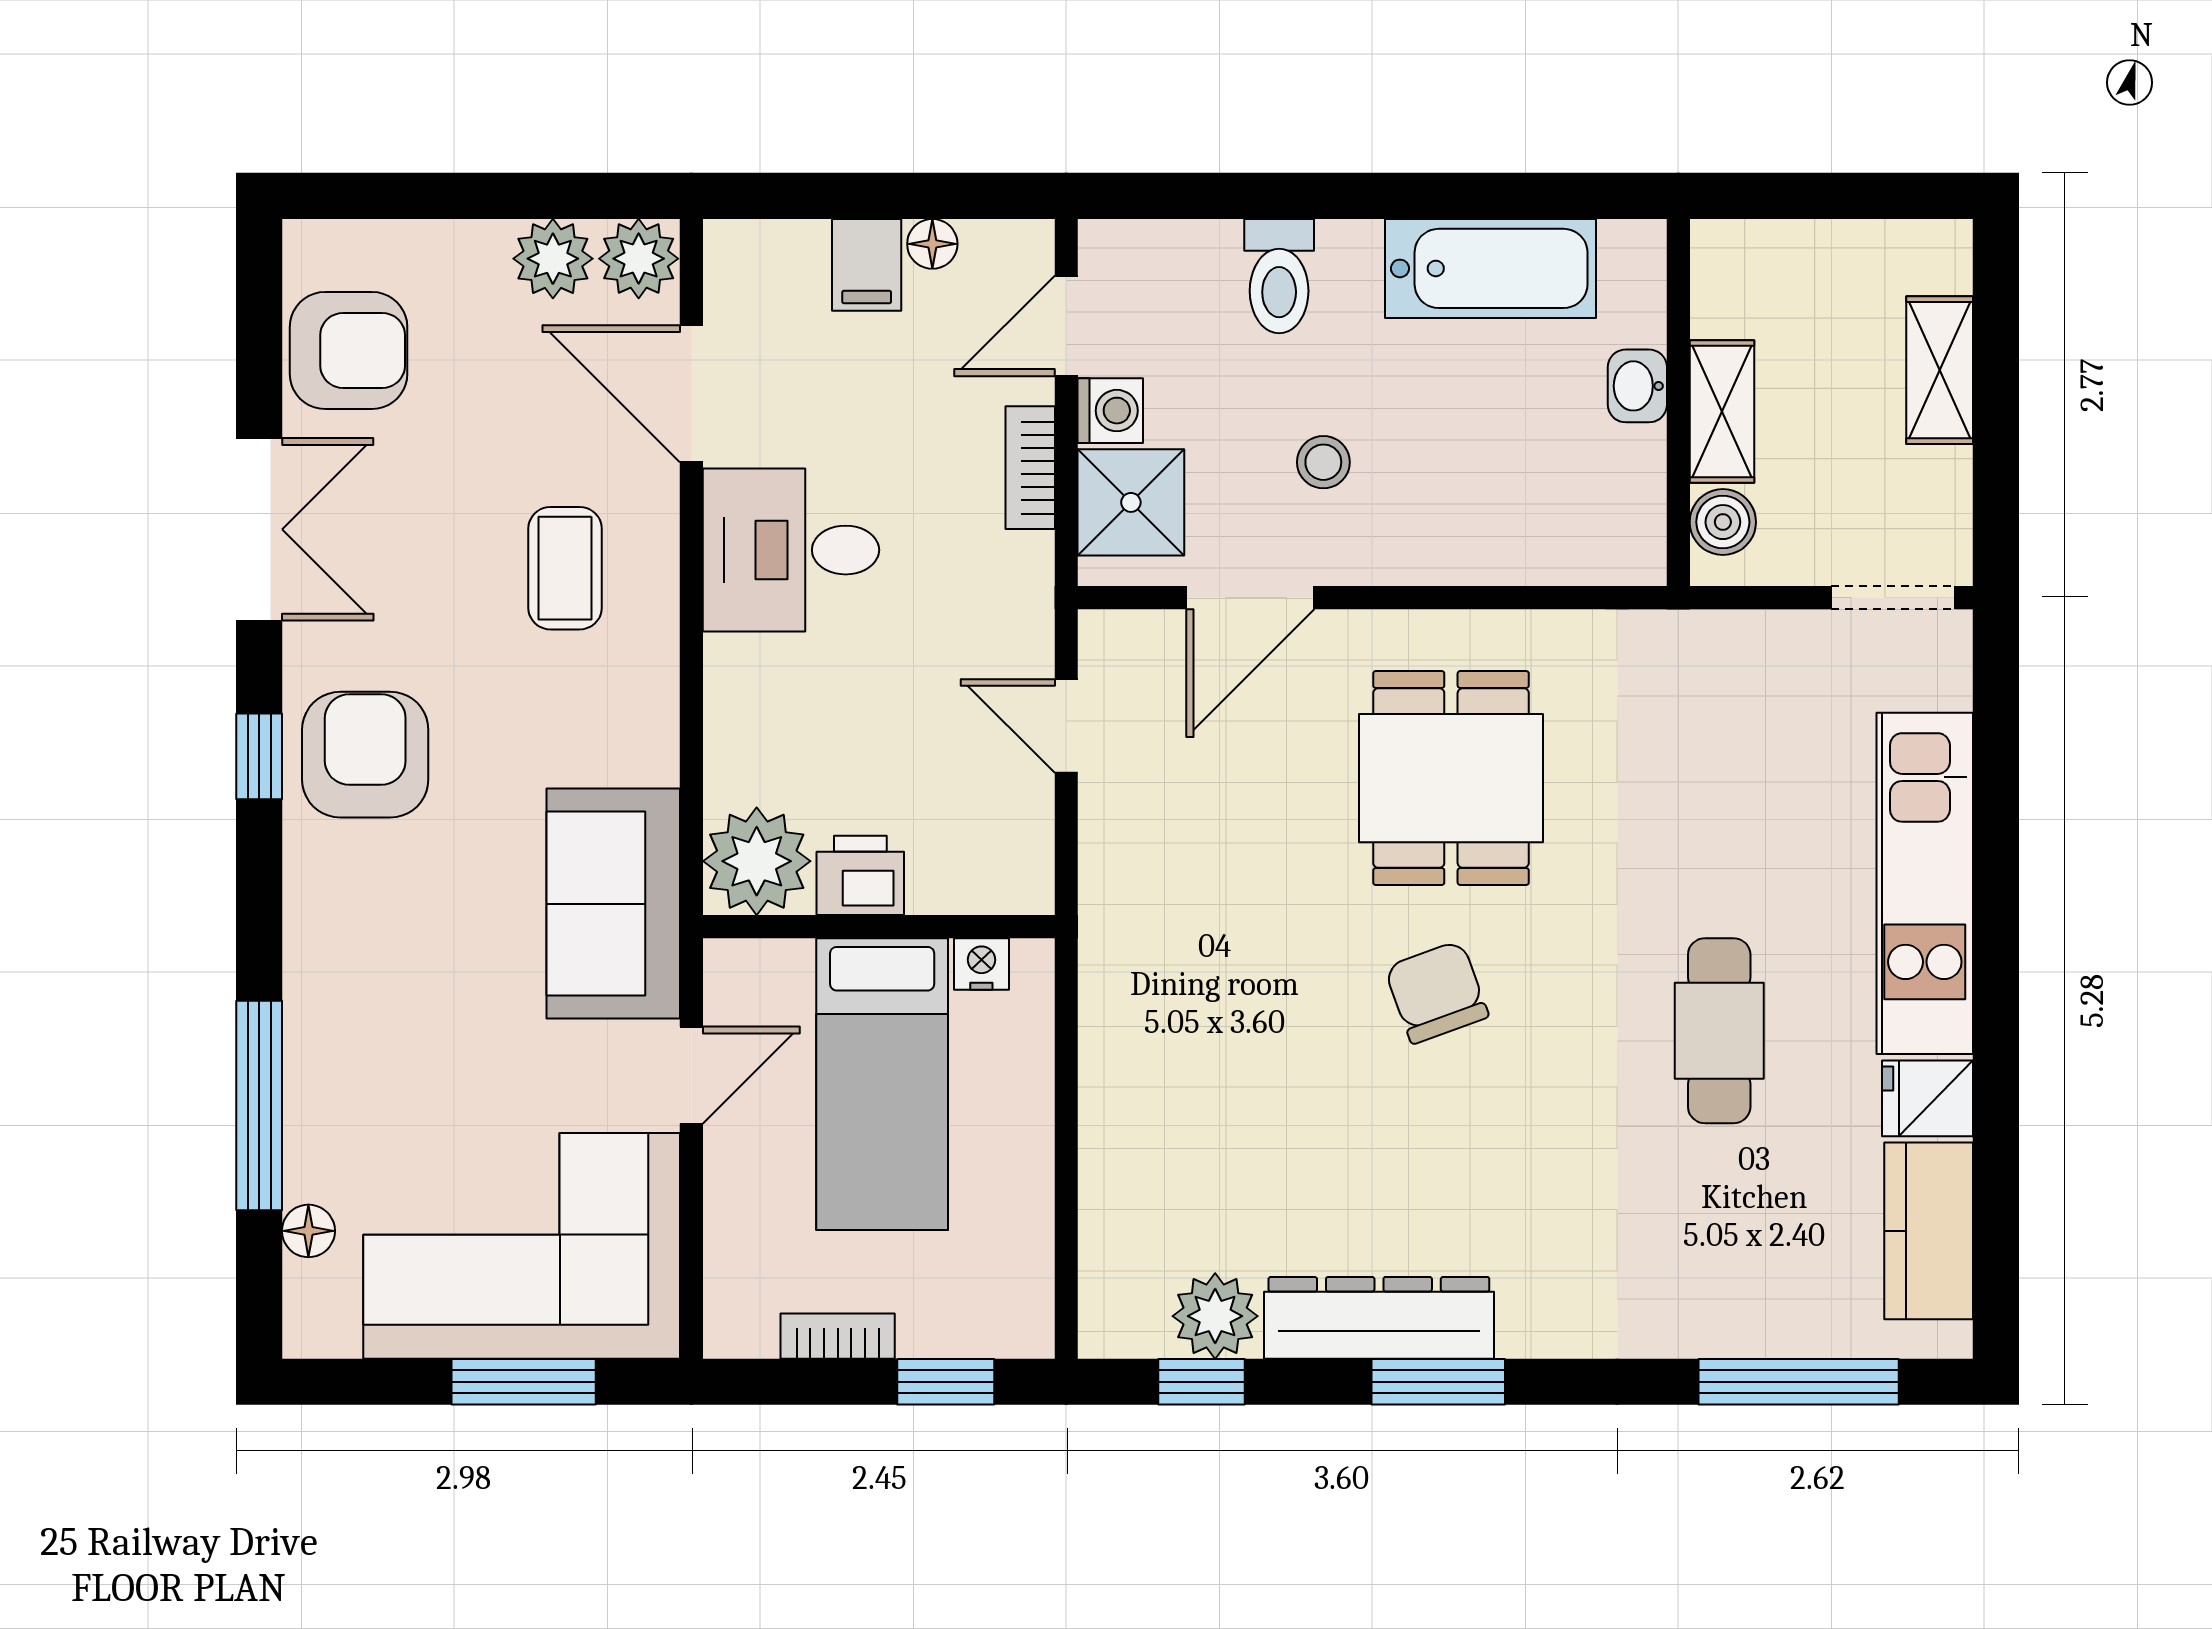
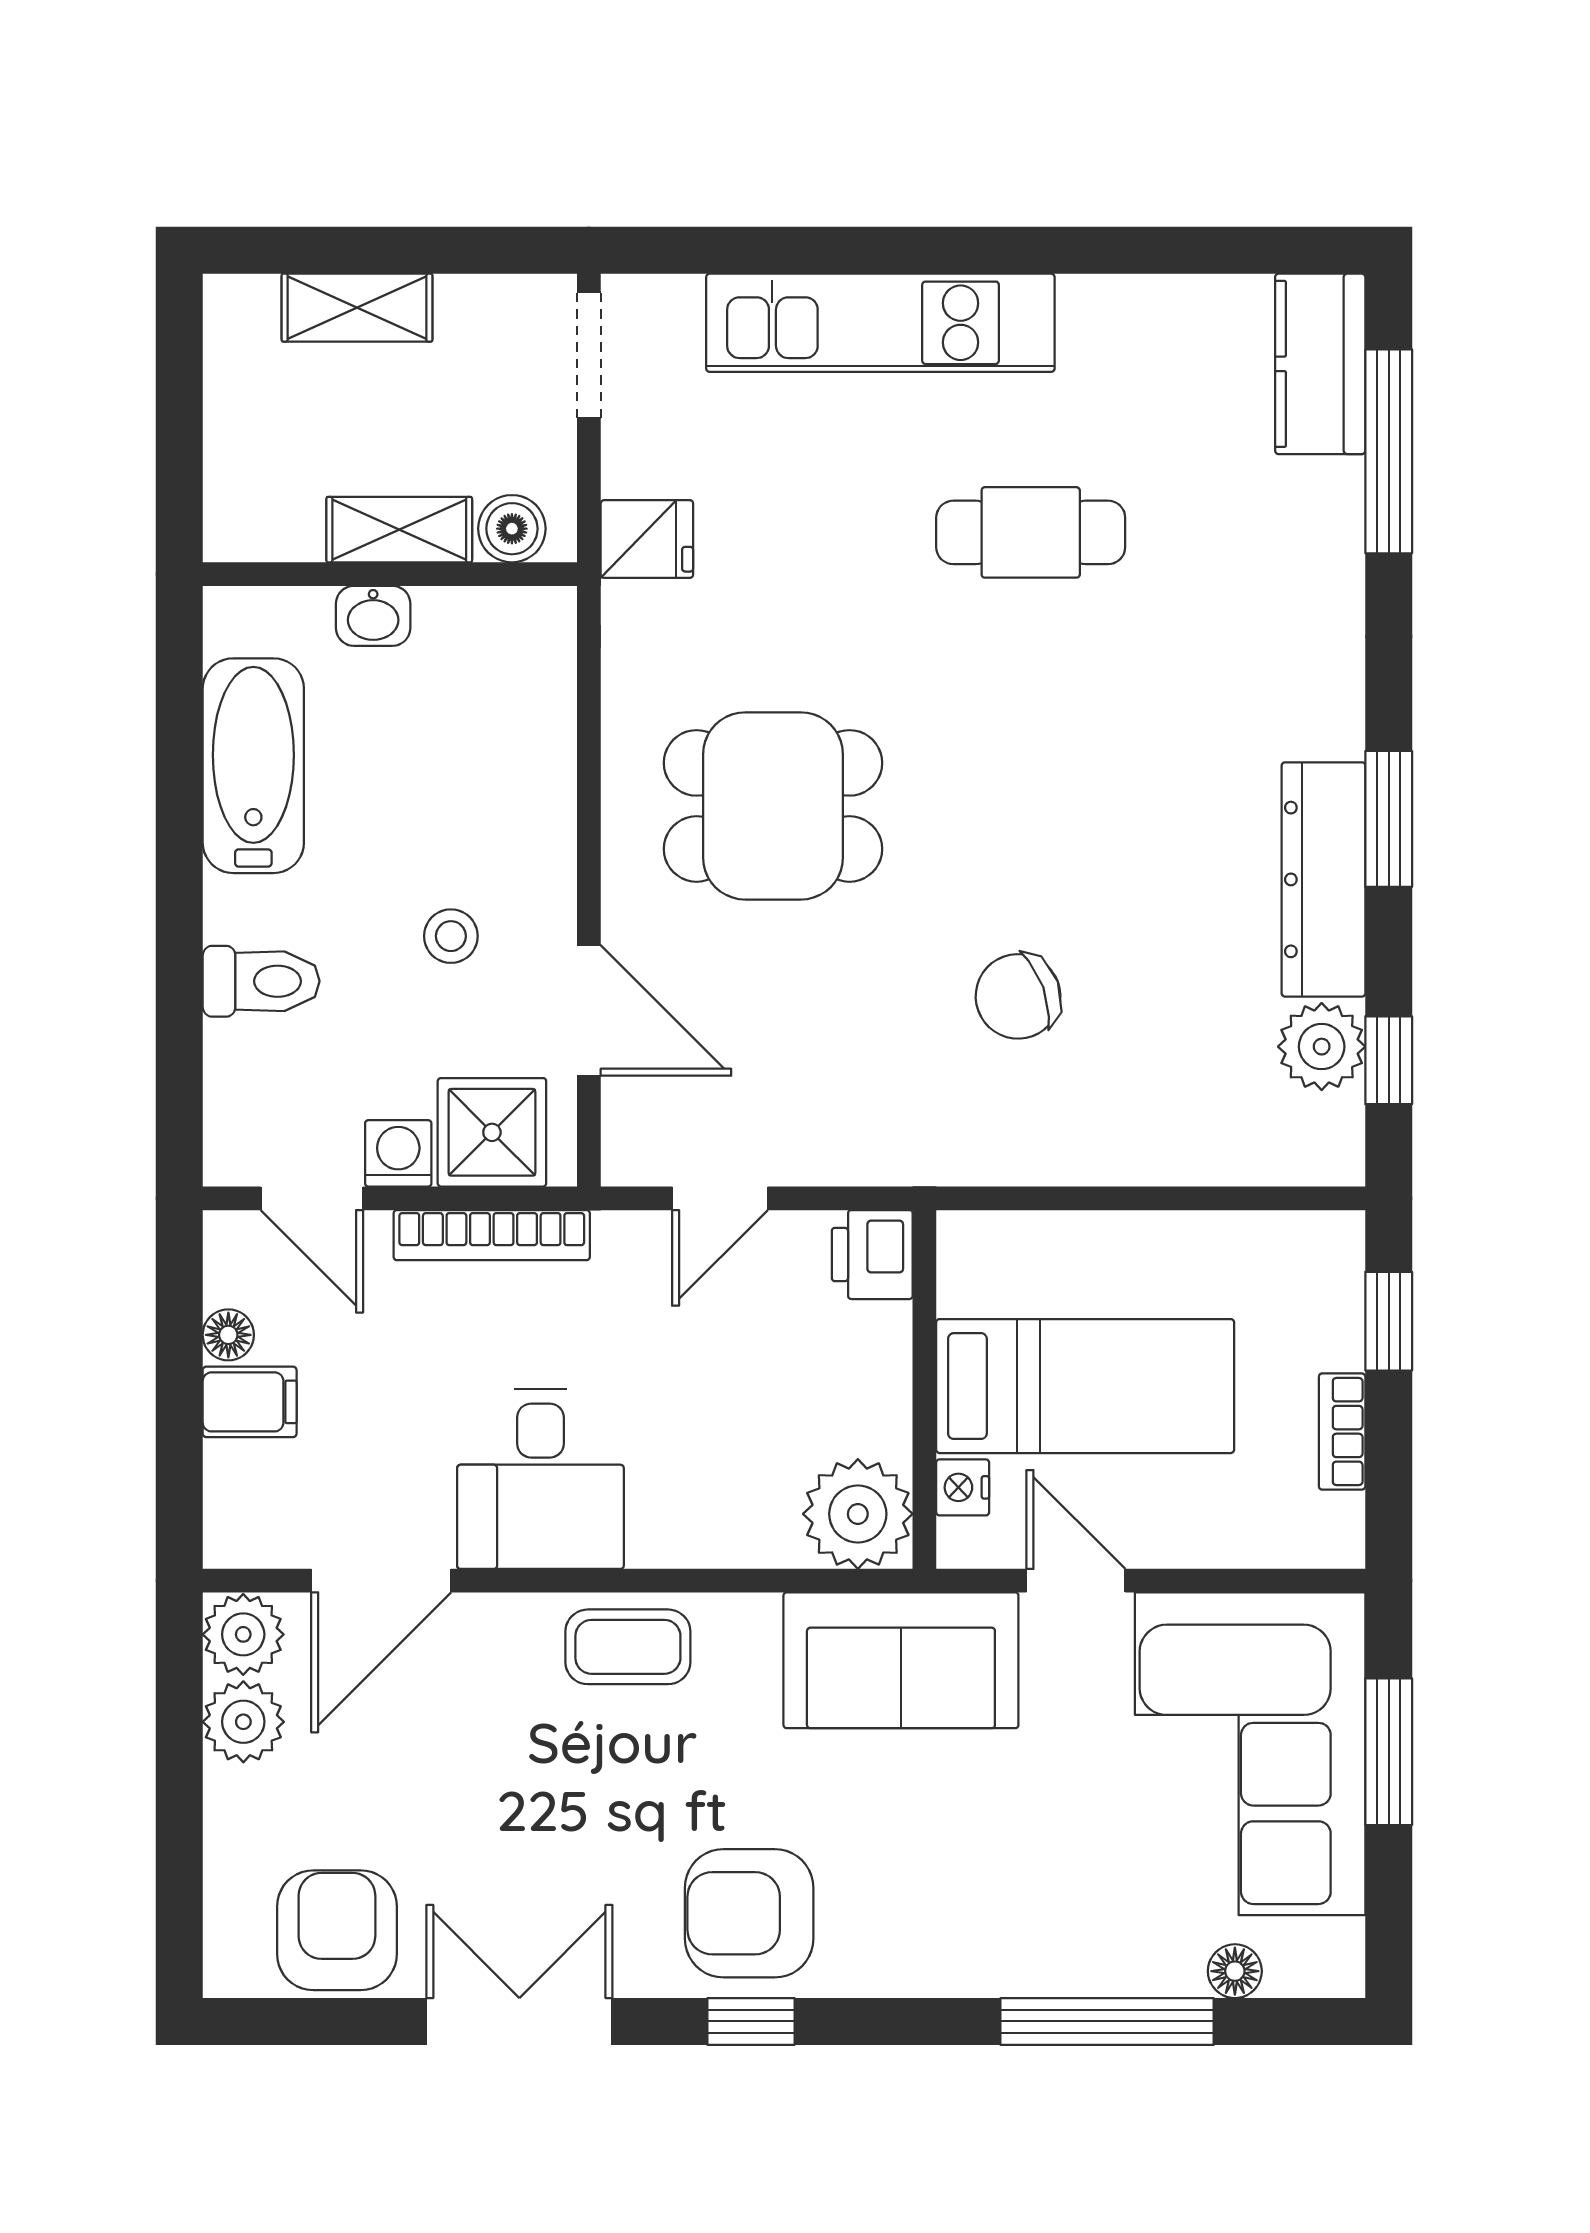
bookcase: (1030, 468) -> (492, 1235), width x1.56
coffee table: (565, 568) -> (628, 1647), moved
printer: (860, 875) -> (872, 1255), moved
nightstand: (981, 964) -> (963, 1487), moved
chair: (1437, 992) -> (1018, 996), moved
fridge: (1928, 1098) -> (647, 539), moved, turned -90
kitchen counter: (1929, 1231) -> (1320, 364), moved, turned 90

